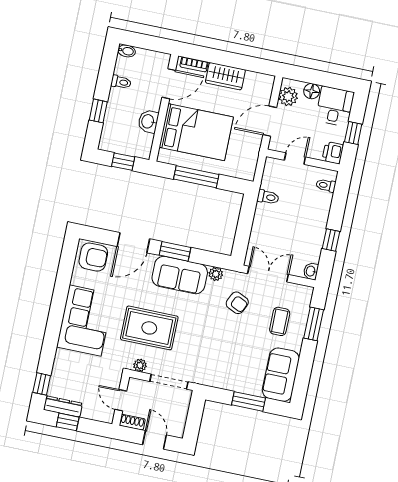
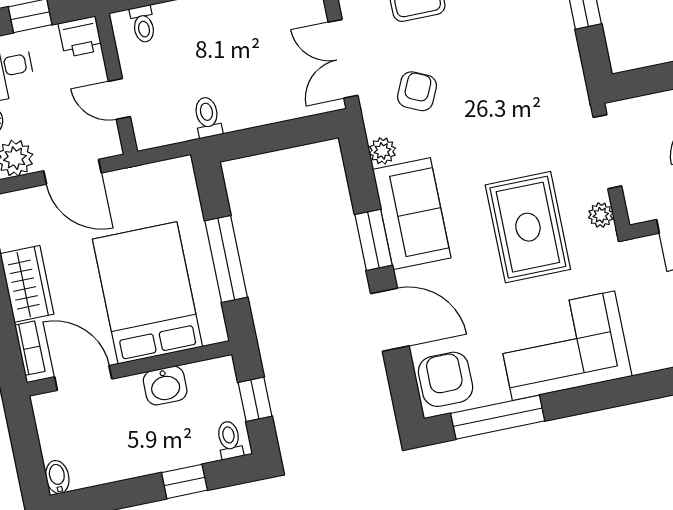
toilet: (121, 82) -> (230, 440), moved
window: (64, 274) -> (498, 417), added

